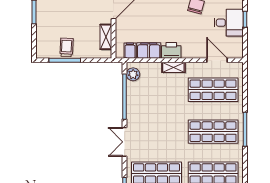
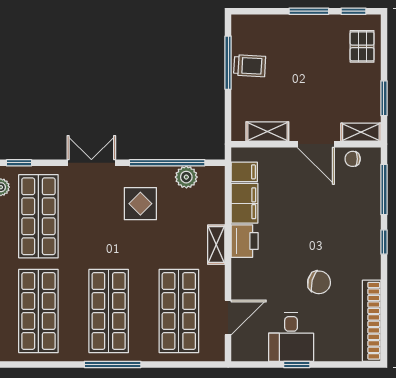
plant: (133, 74) -> (186, 177), moved
display table: (149, 113) -> (140, 204), added

